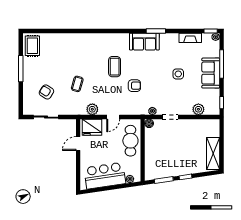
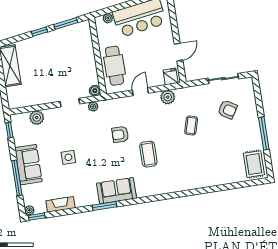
fridge: (92, 127) -> (171, 77), width x0.53, depth x0.75

